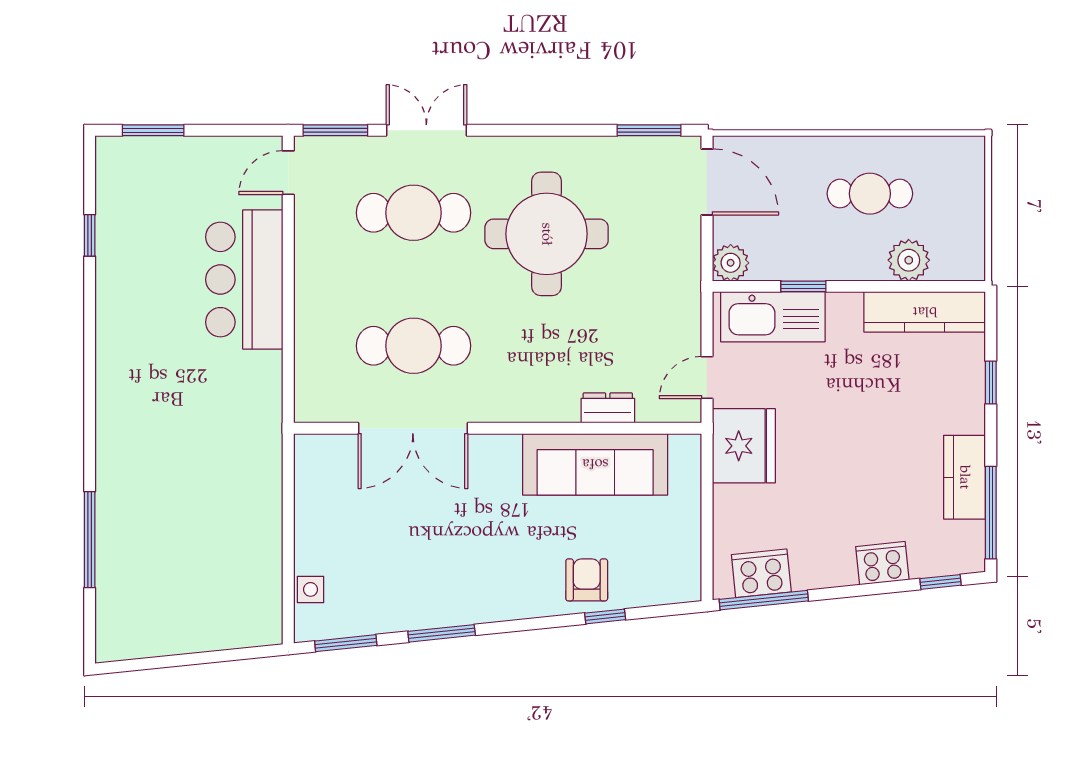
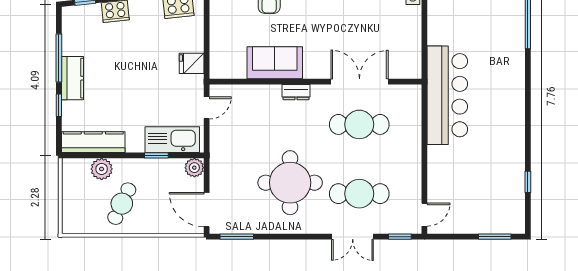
window: (335, 130) -> (400, 237), width x0.67
cafe table: (870, 194) -> (122, 204), turned -65
bar counter: (244, 280) -> (447, 95), moved, width x1.36
dresser: (608, 408) -> (296, 92), moved
fridge: (744, 446) -> (192, 63), width x0.53, depth x0.75
sofa: (595, 464) -> (275, 63), width x0.73
kitchen counter: (965, 477) -> (73, 78), moved
window: (991, 513) -> (59, 58), moved

